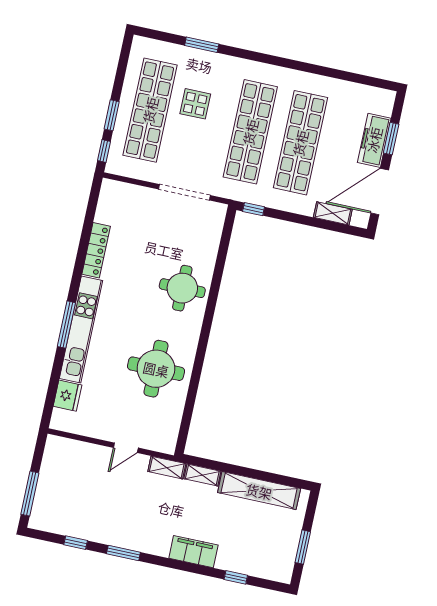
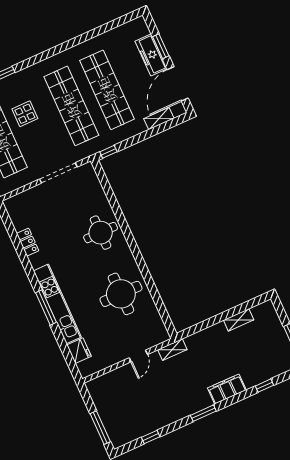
locker: (96, 250) -> (28, 242), width x0.66
shelving: (202, 475) -> (198, 338), removed
shelving: (259, 491) -> (239, 320), width x0.45, depth x0.75
window: (123, 553) -> (203, 413), moved

